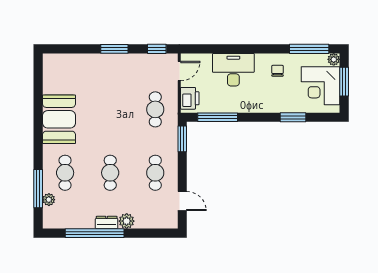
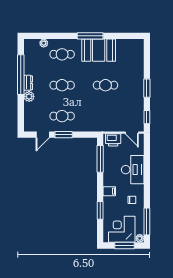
filing cabinet: (265, 104) -> (109, 191), added
cafe table: (155, 109) -> (105, 85), moved
window: (182, 139) -> (64, 135), moved
window: (38, 189) -> (90, 36), moved

